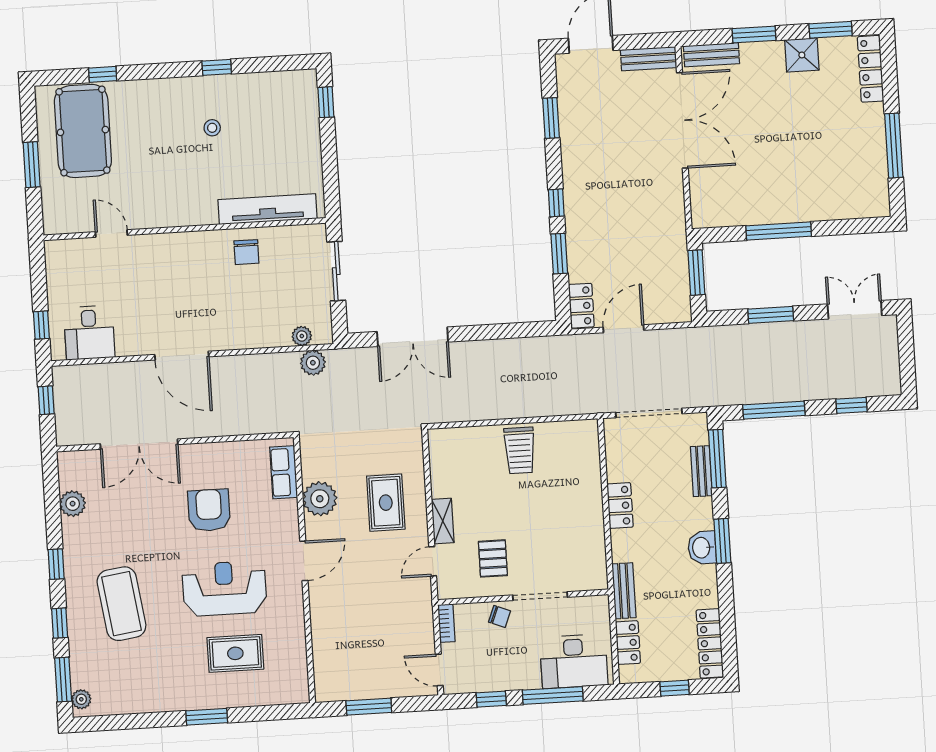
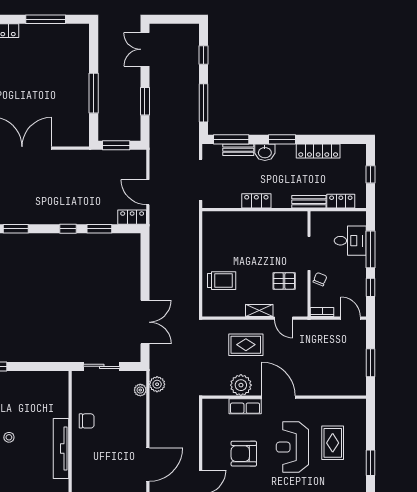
tv unit: (268, 209) -> (61, 449), moved
trolley: (520, 450) -> (222, 281), moved
row of seats: (284, 472) -> (245, 406), moved
washbasin: (702, 548) -> (265, 152), moved
door: (304, 561) -> (279, 397), width x1.36
locker: (710, 643) -> (318, 151), moved
desk: (574, 661) -> (350, 241), width x0.73
door: (439, 670) -> (351, 318), swing flipped

